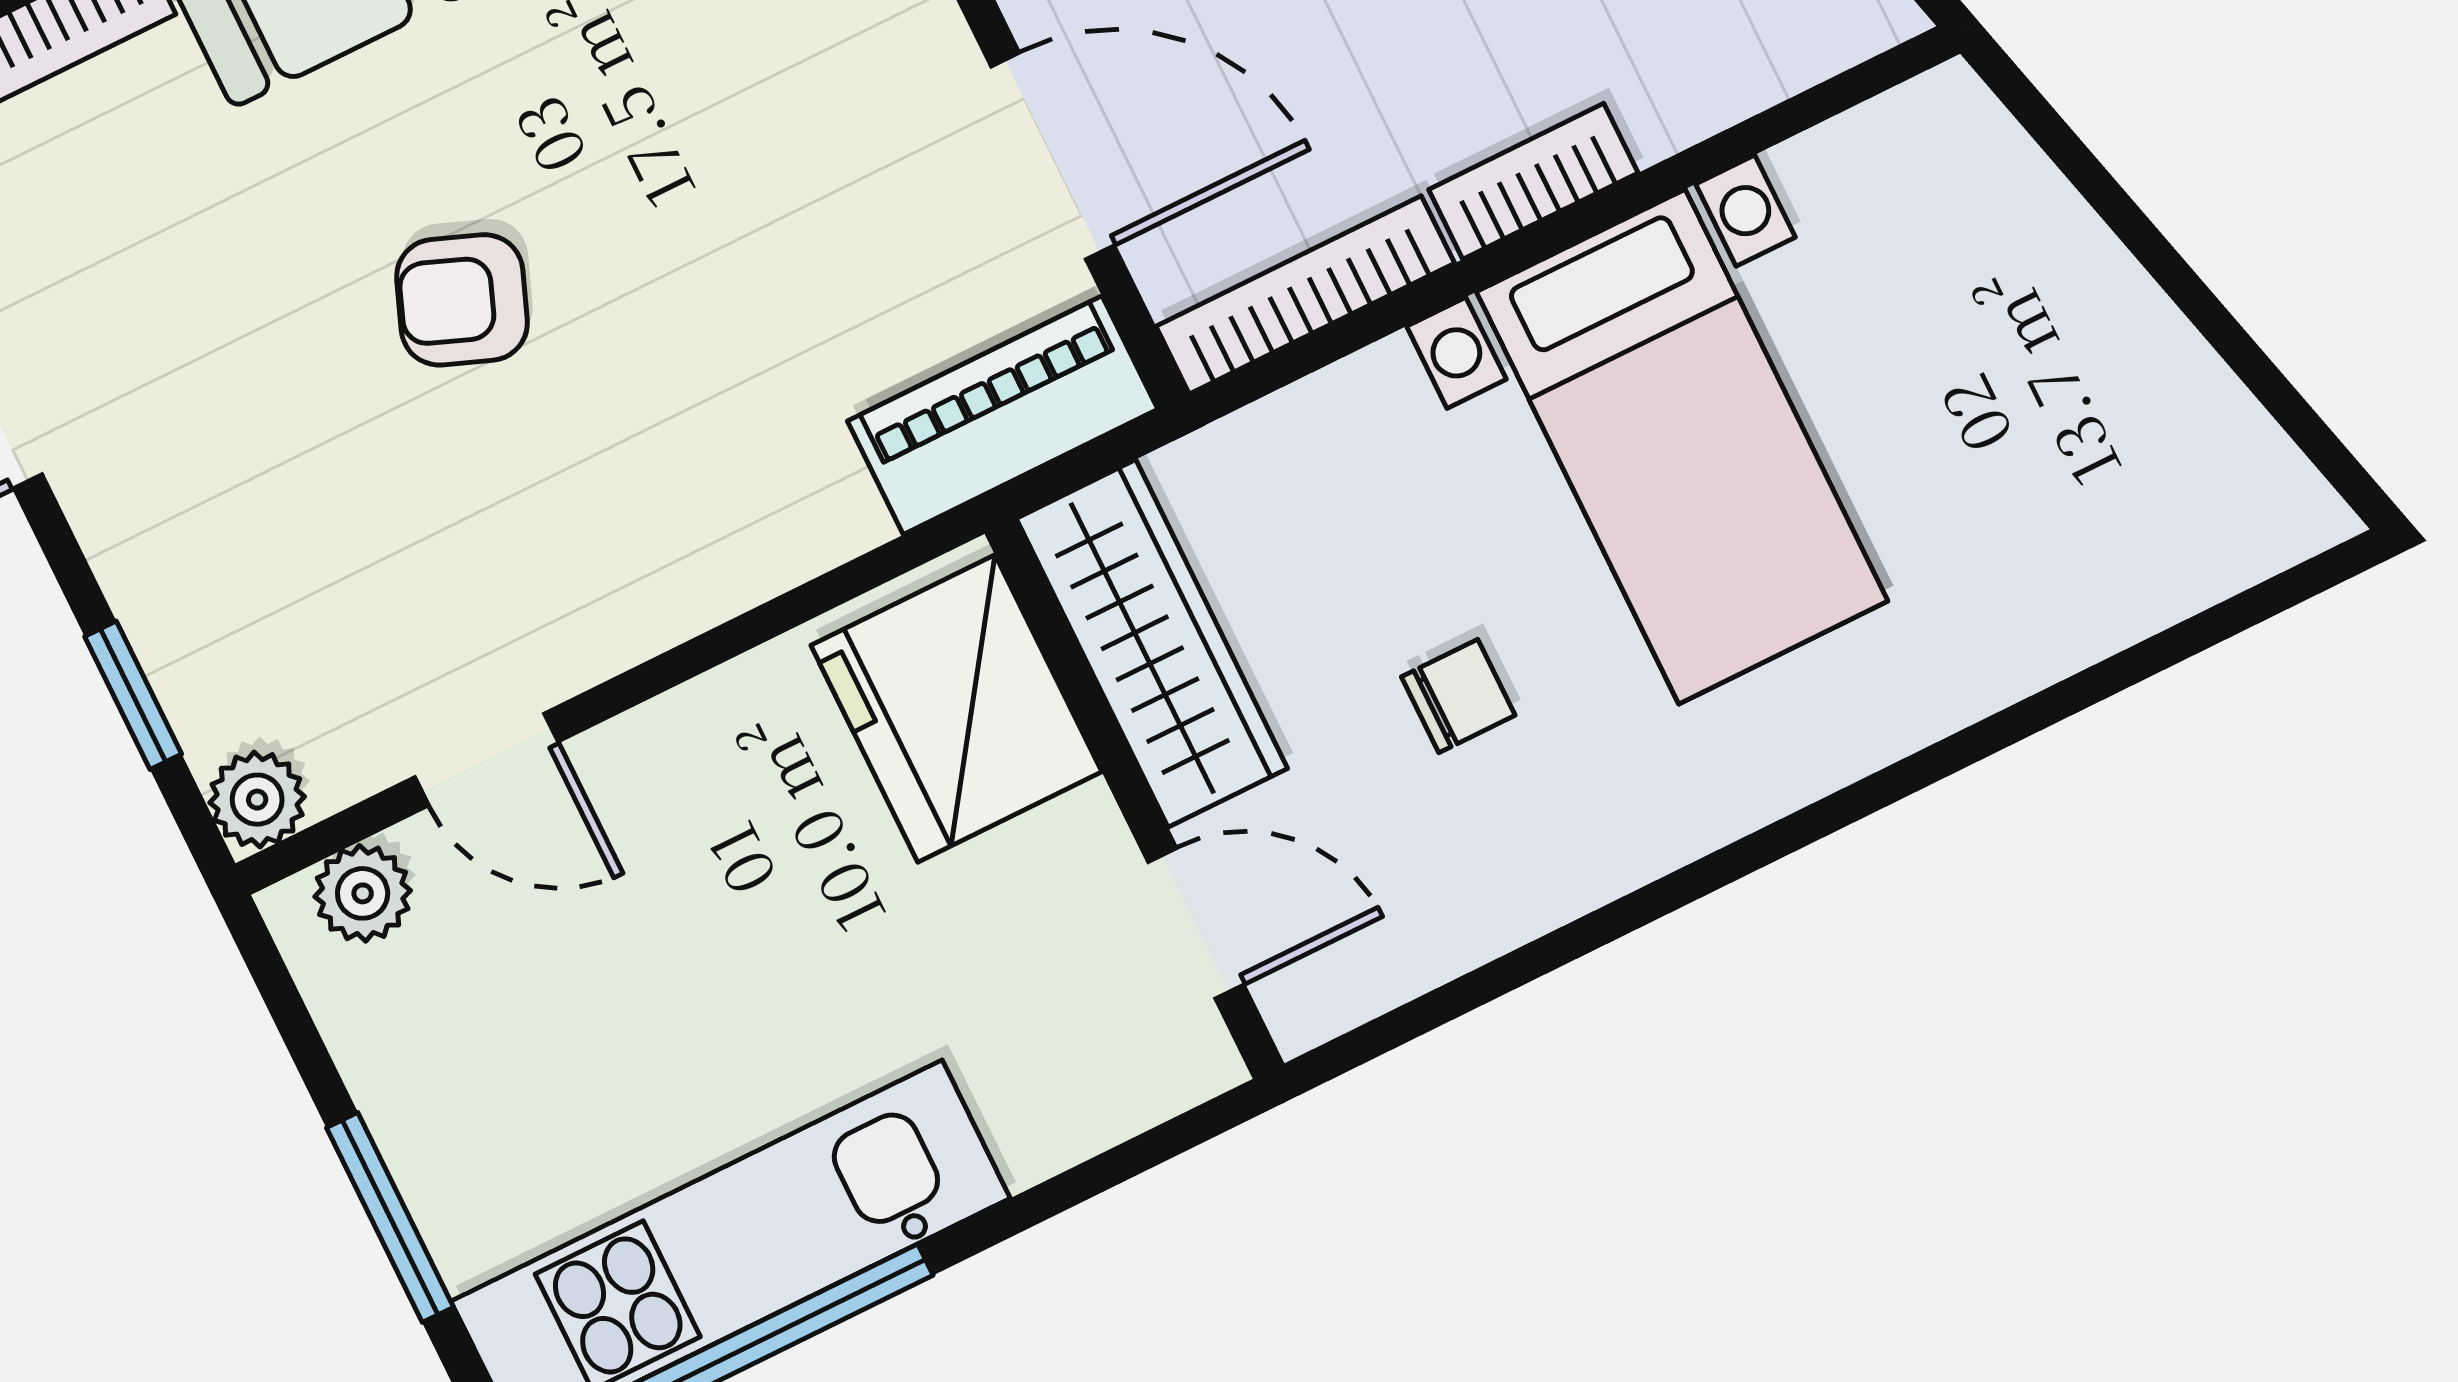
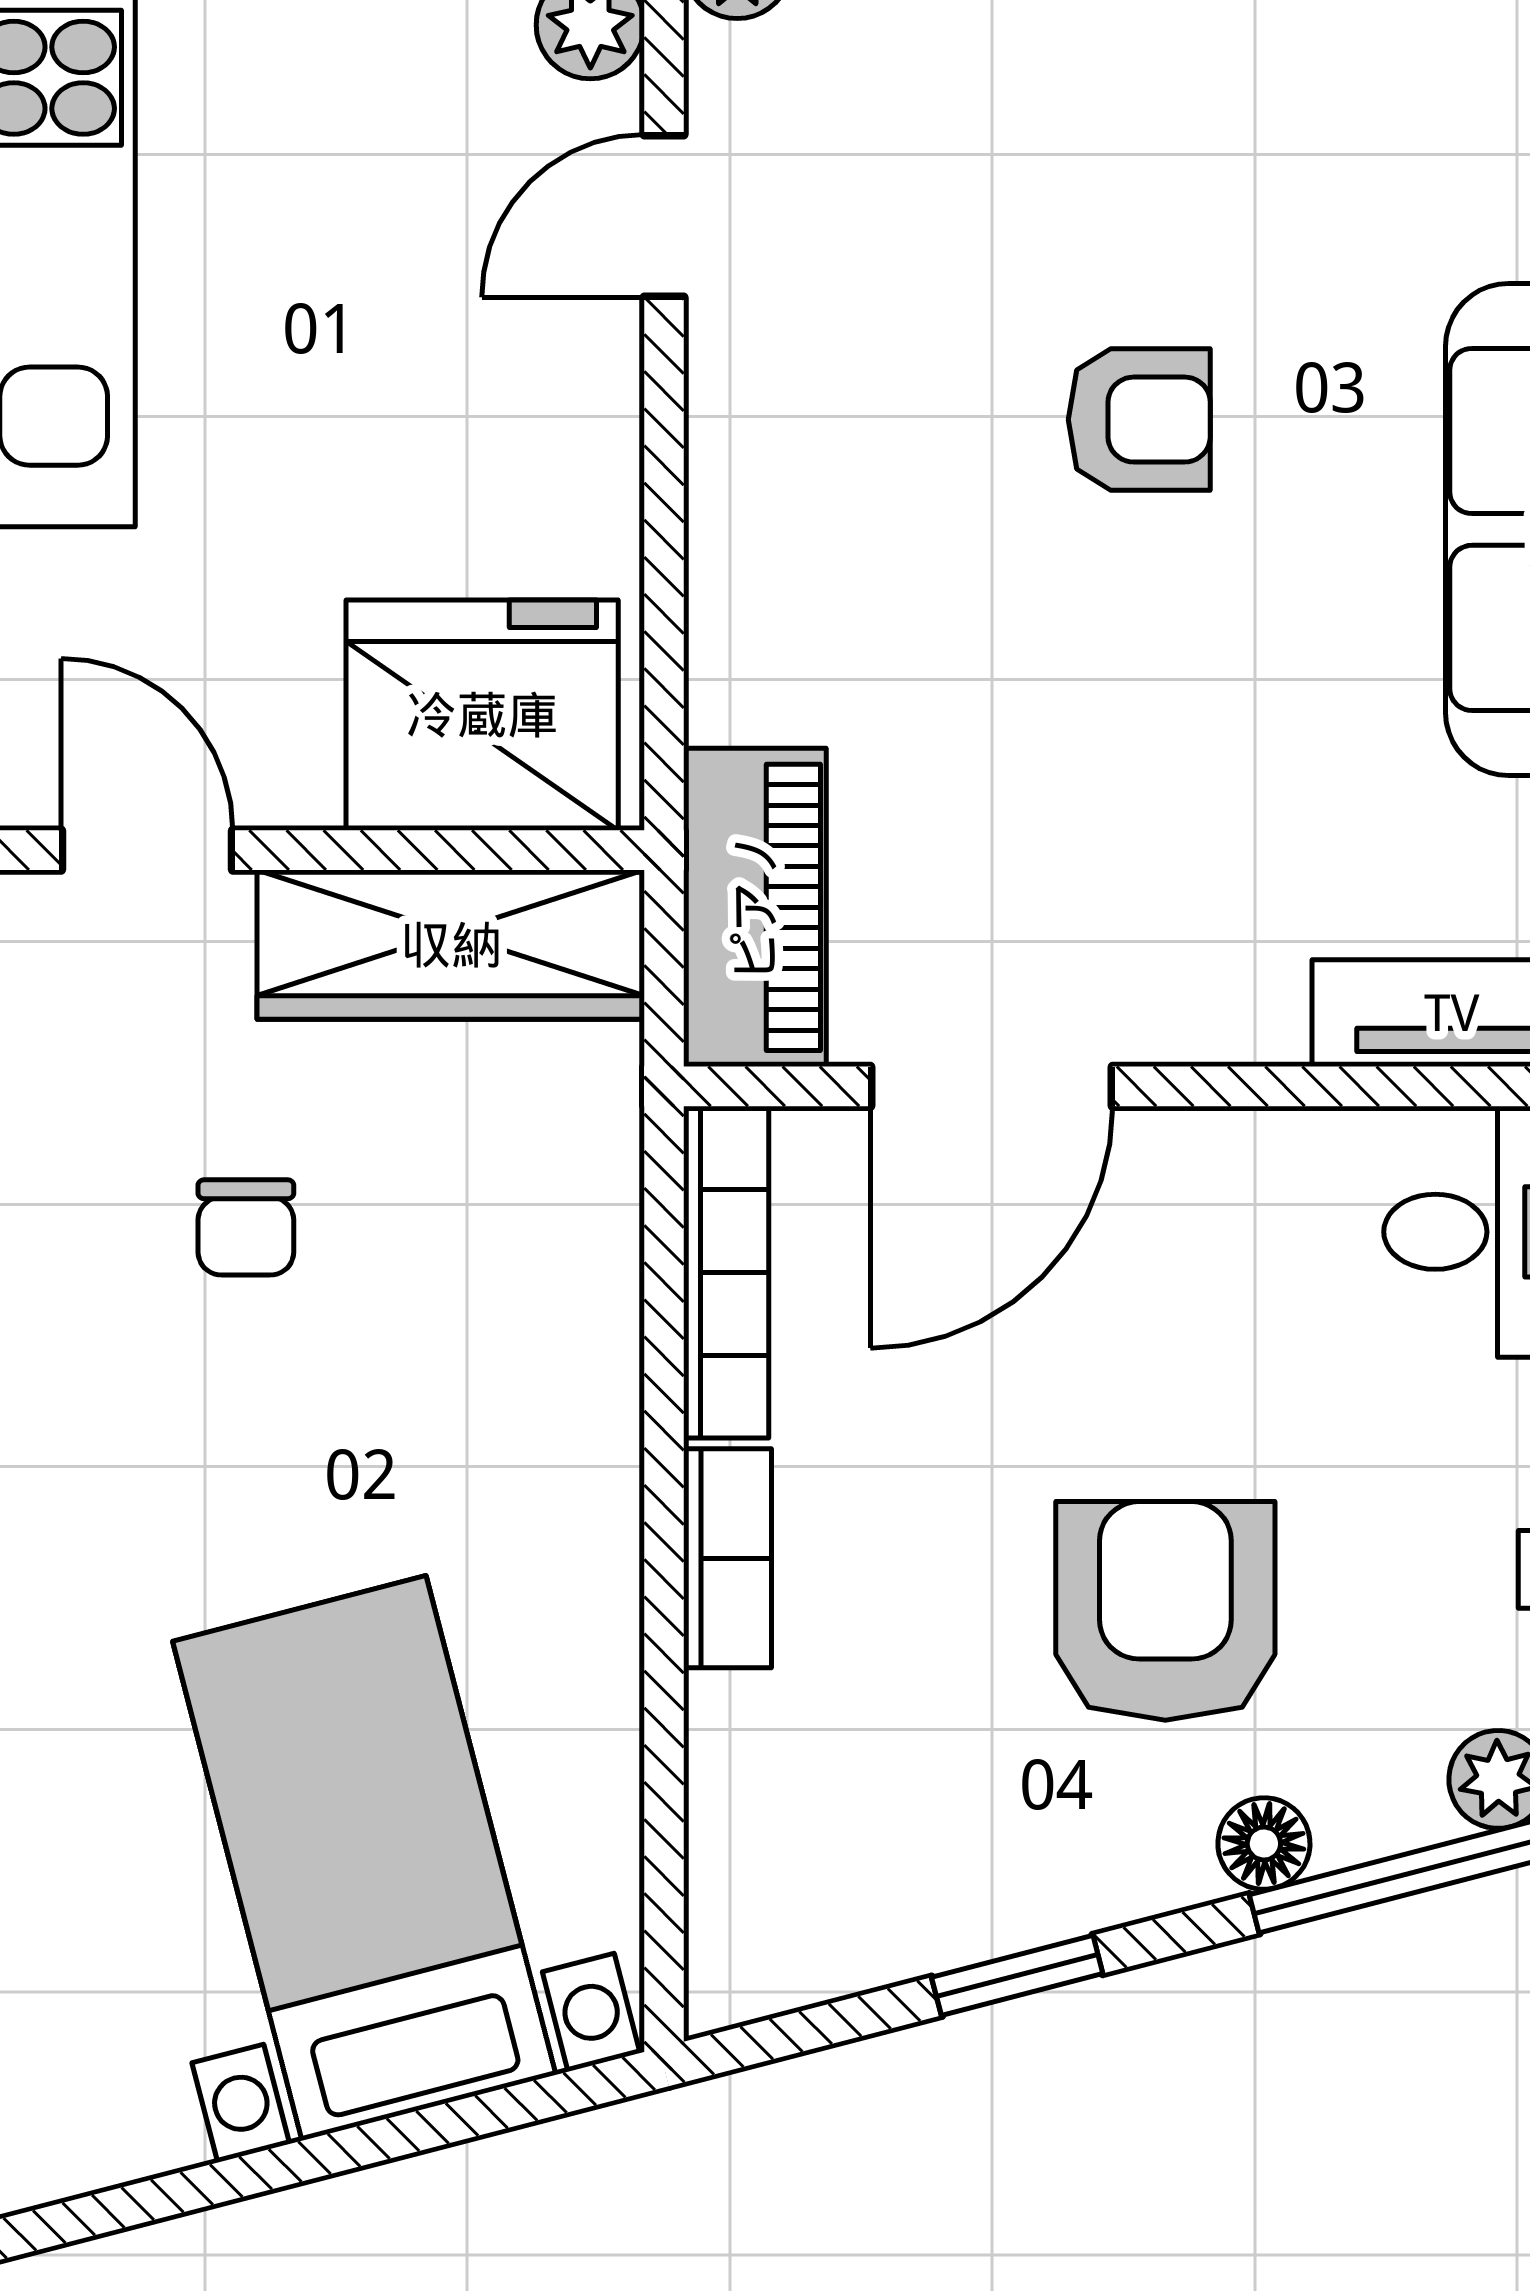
armchair: (462, 300) -> (1139, 420), turned 69
bed with nightstands: (1682, 447) -> (364, 1858), moved, turned 75
door: (1196, 923) -> (147, 850), swing flipped

